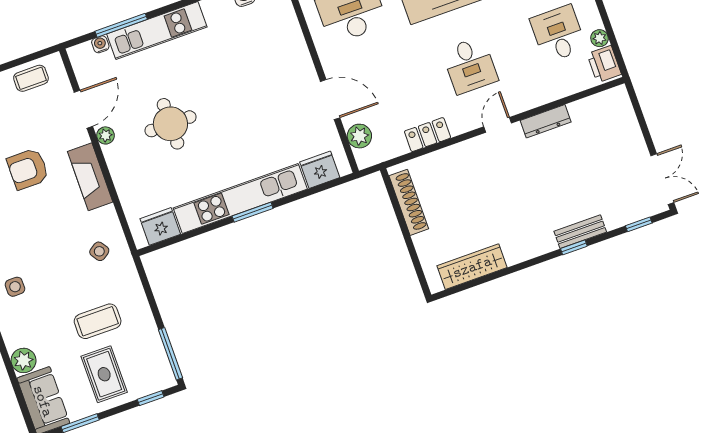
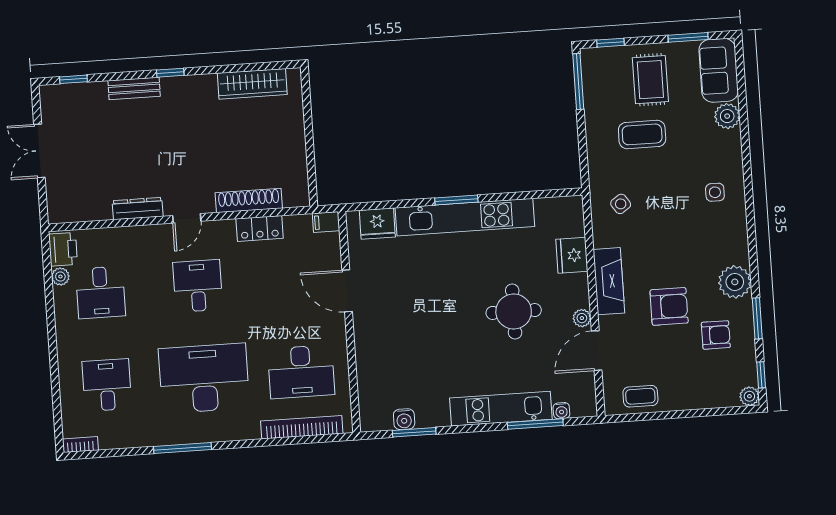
plant: (359, 136) -> (328, 246), removed
filing cabinet: (368, 158) -> (326, 222), added
double door: (662, 179) -> (39, 151), moved
shoe rack: (409, 202) -> (249, 200), moved, turned 90
fridge: (160, 226) -> (572, 255), moved, turned 90
window: (574, 247) -> (170, 73), moved

